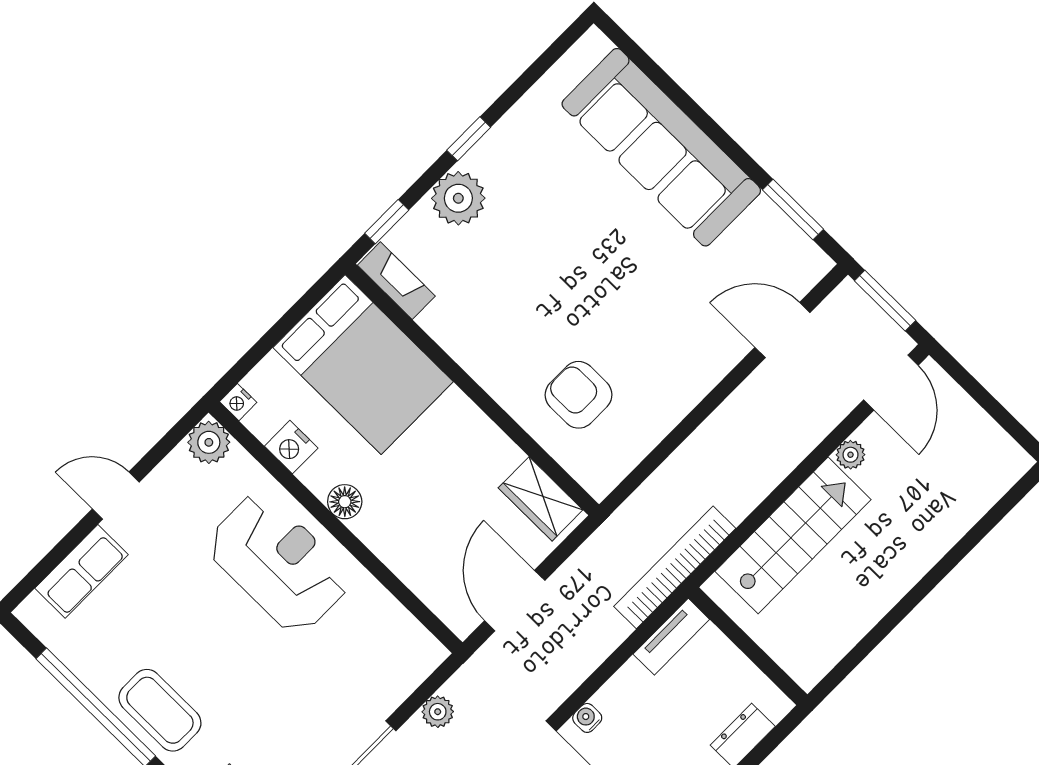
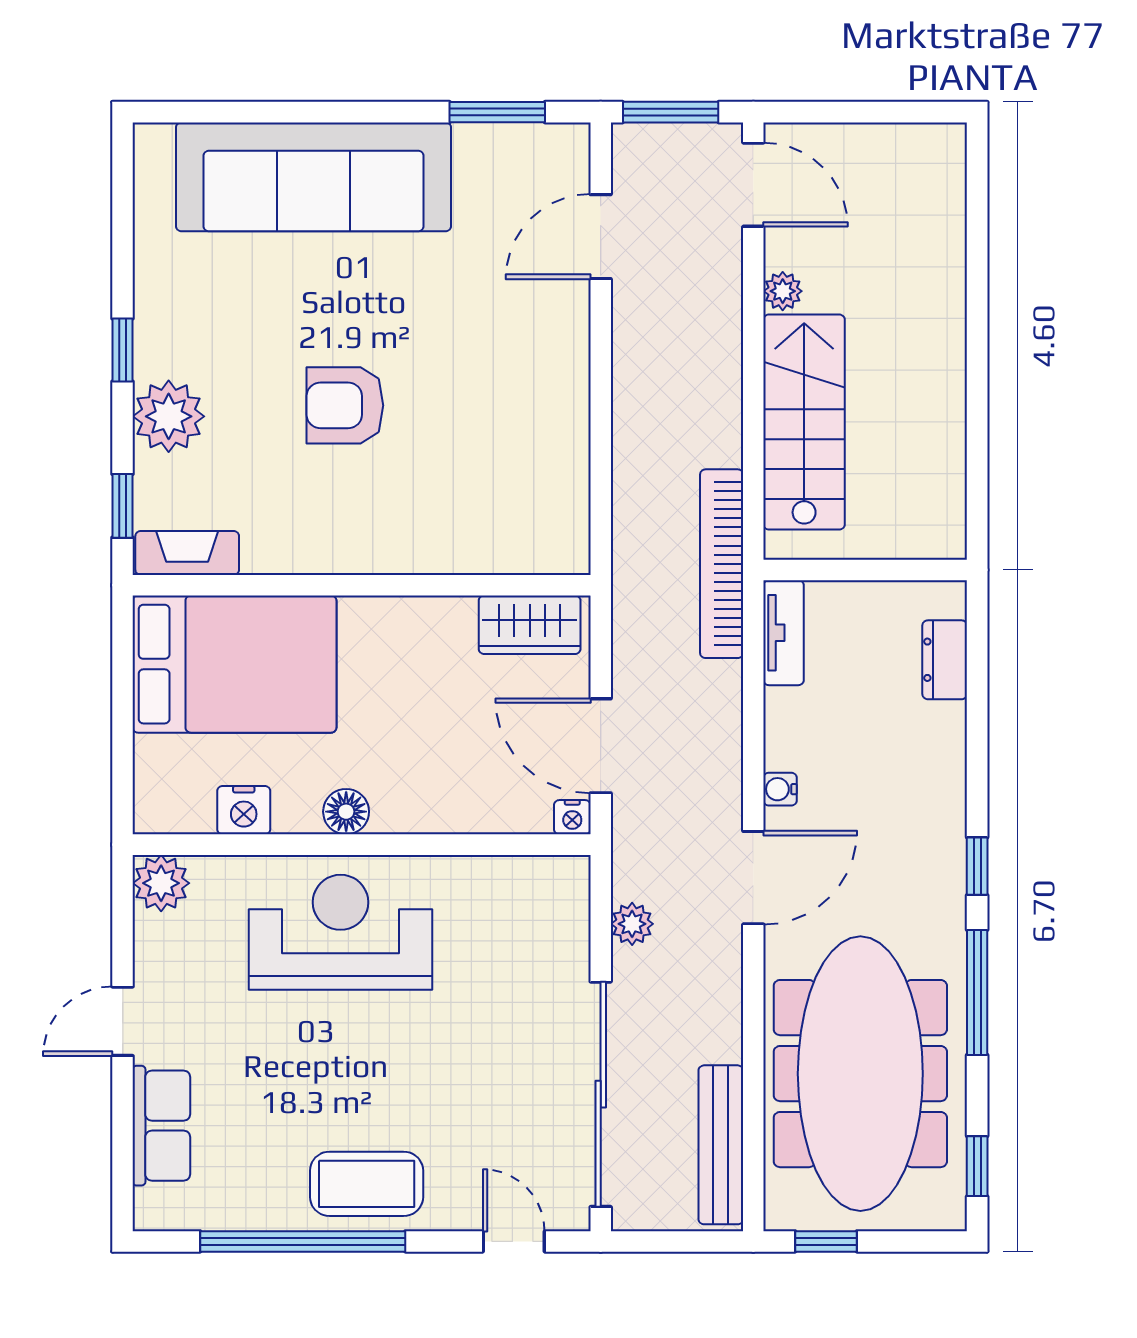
armchair: (579, 395) -> (345, 405), moved
nightstand: (238, 402) -> (572, 817), moved

